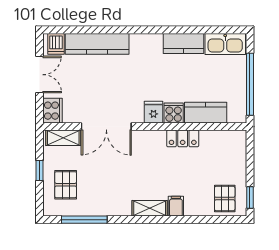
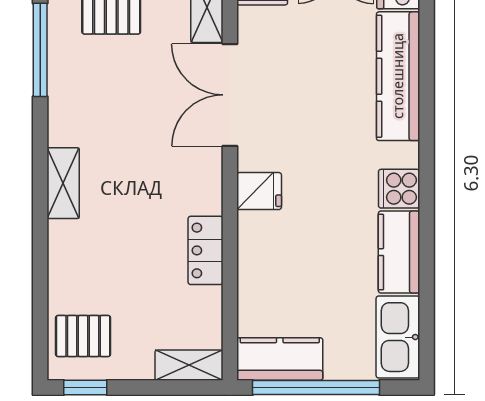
cooker: (174, 113) -> (399, 189), moved, turned 180
kitchen counter: (206, 113) -> (280, 359), moved, turned -90
shelving: (239, 147) -> (189, 365), added
filing cabinet: (176, 206) -> (68, 237), removed

